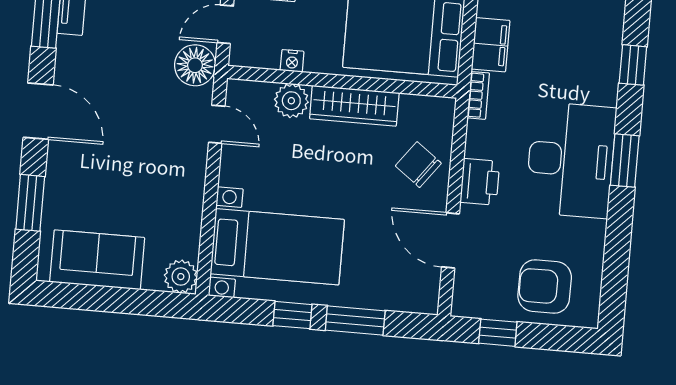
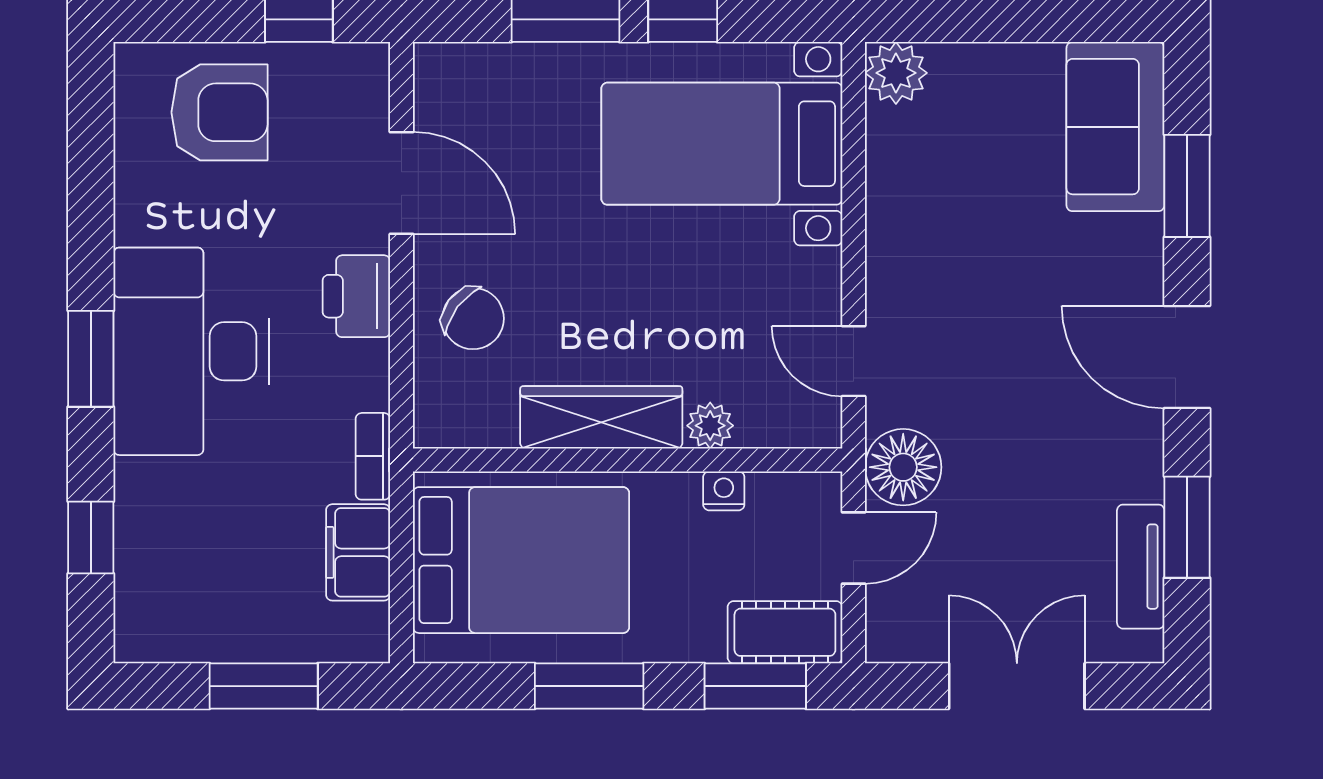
plant: (291, 101) -> (710, 426), width x0.73, depth x0.73
sofa: (97, 260) -> (1115, 127), moved, turned 90

